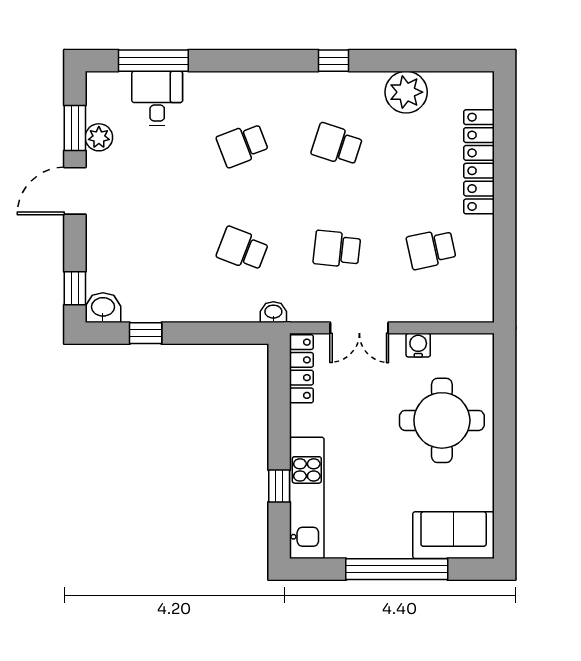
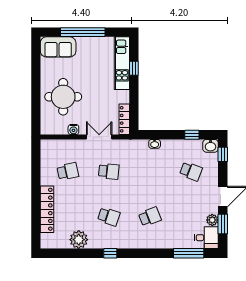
desk: (157, 98) -> (206, 238), moved, turned -90
school desk: (243, 249) -> (191, 171), moved
washbasin: (273, 312) -> (155, 144), moved

